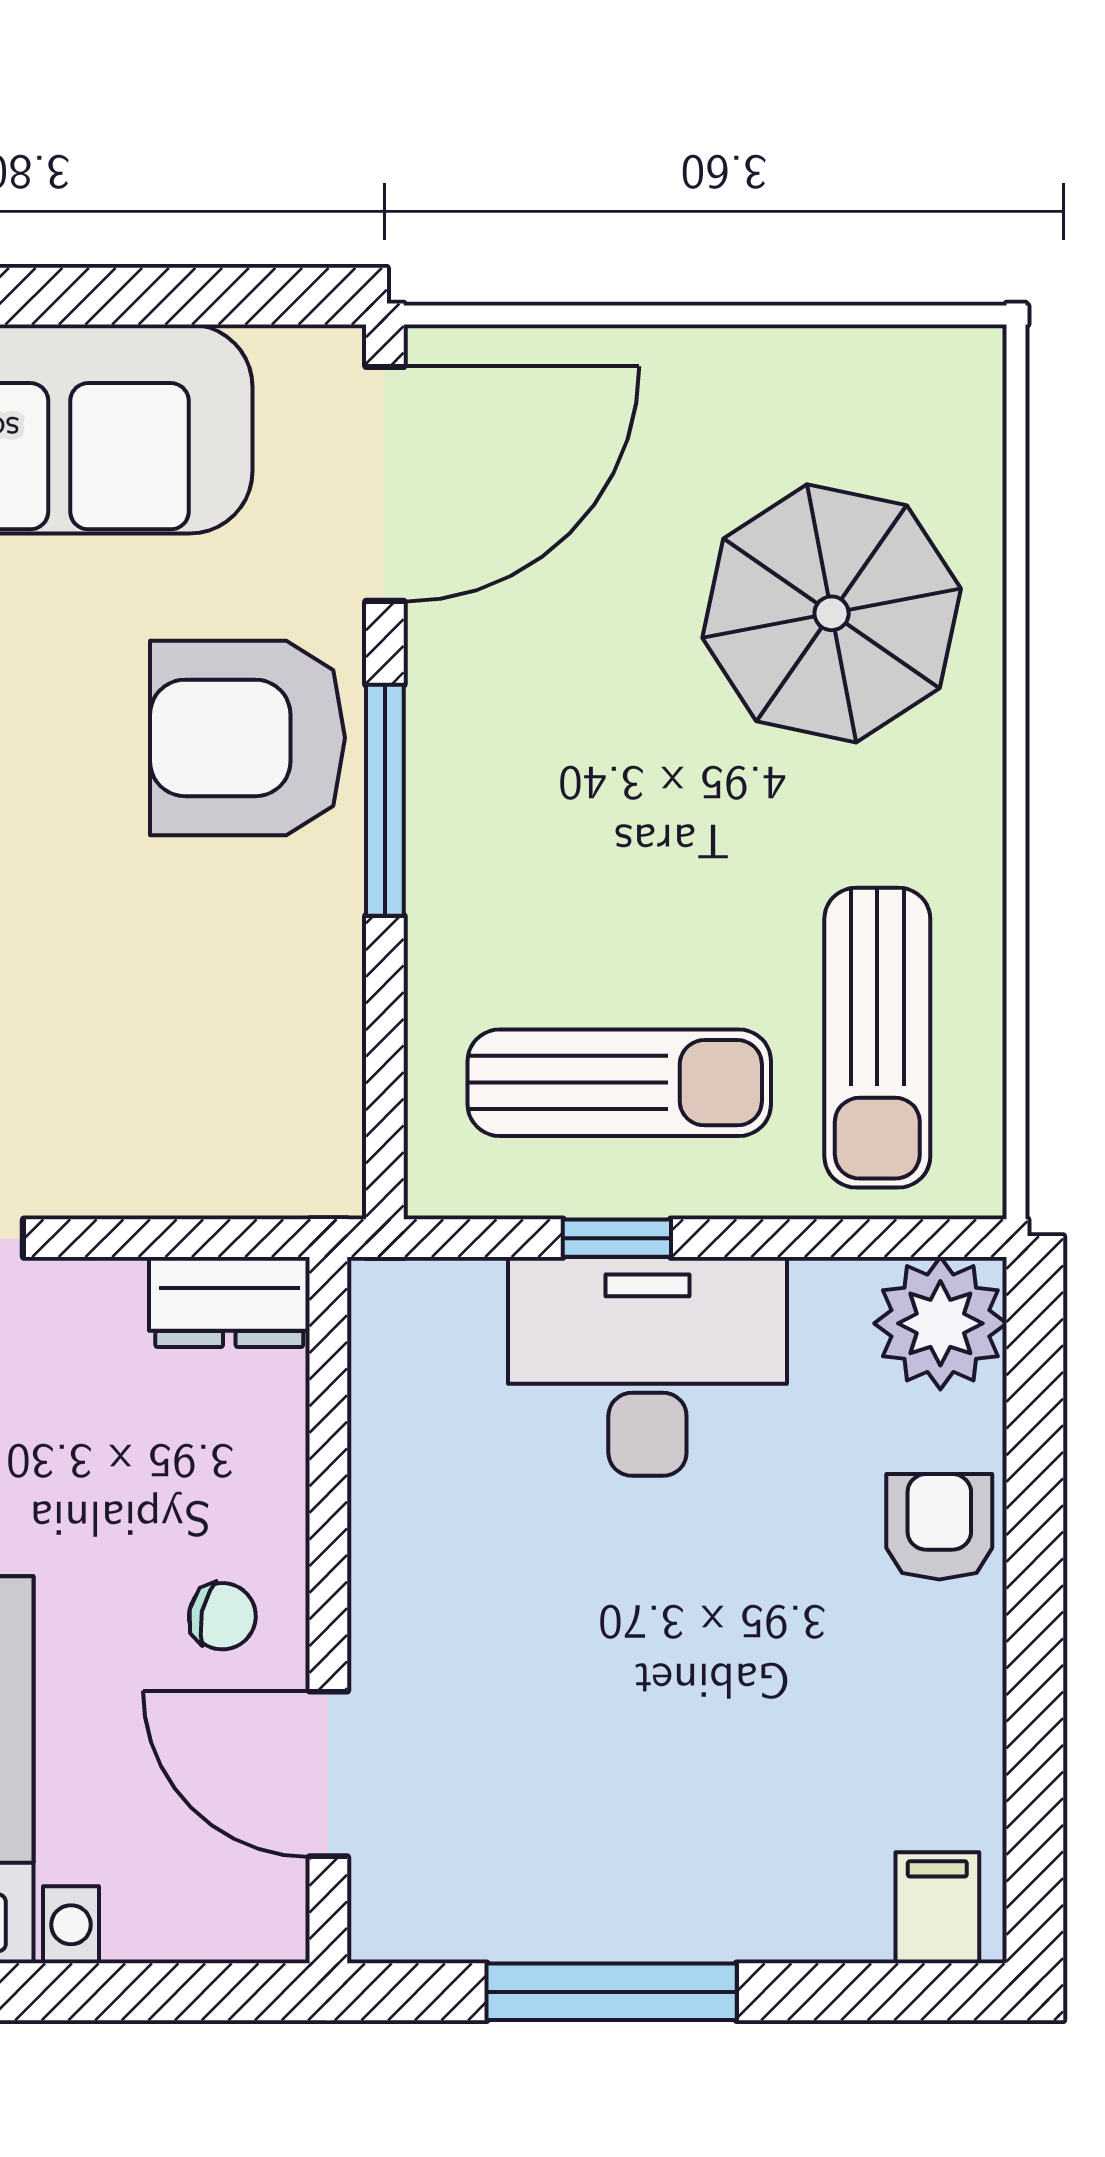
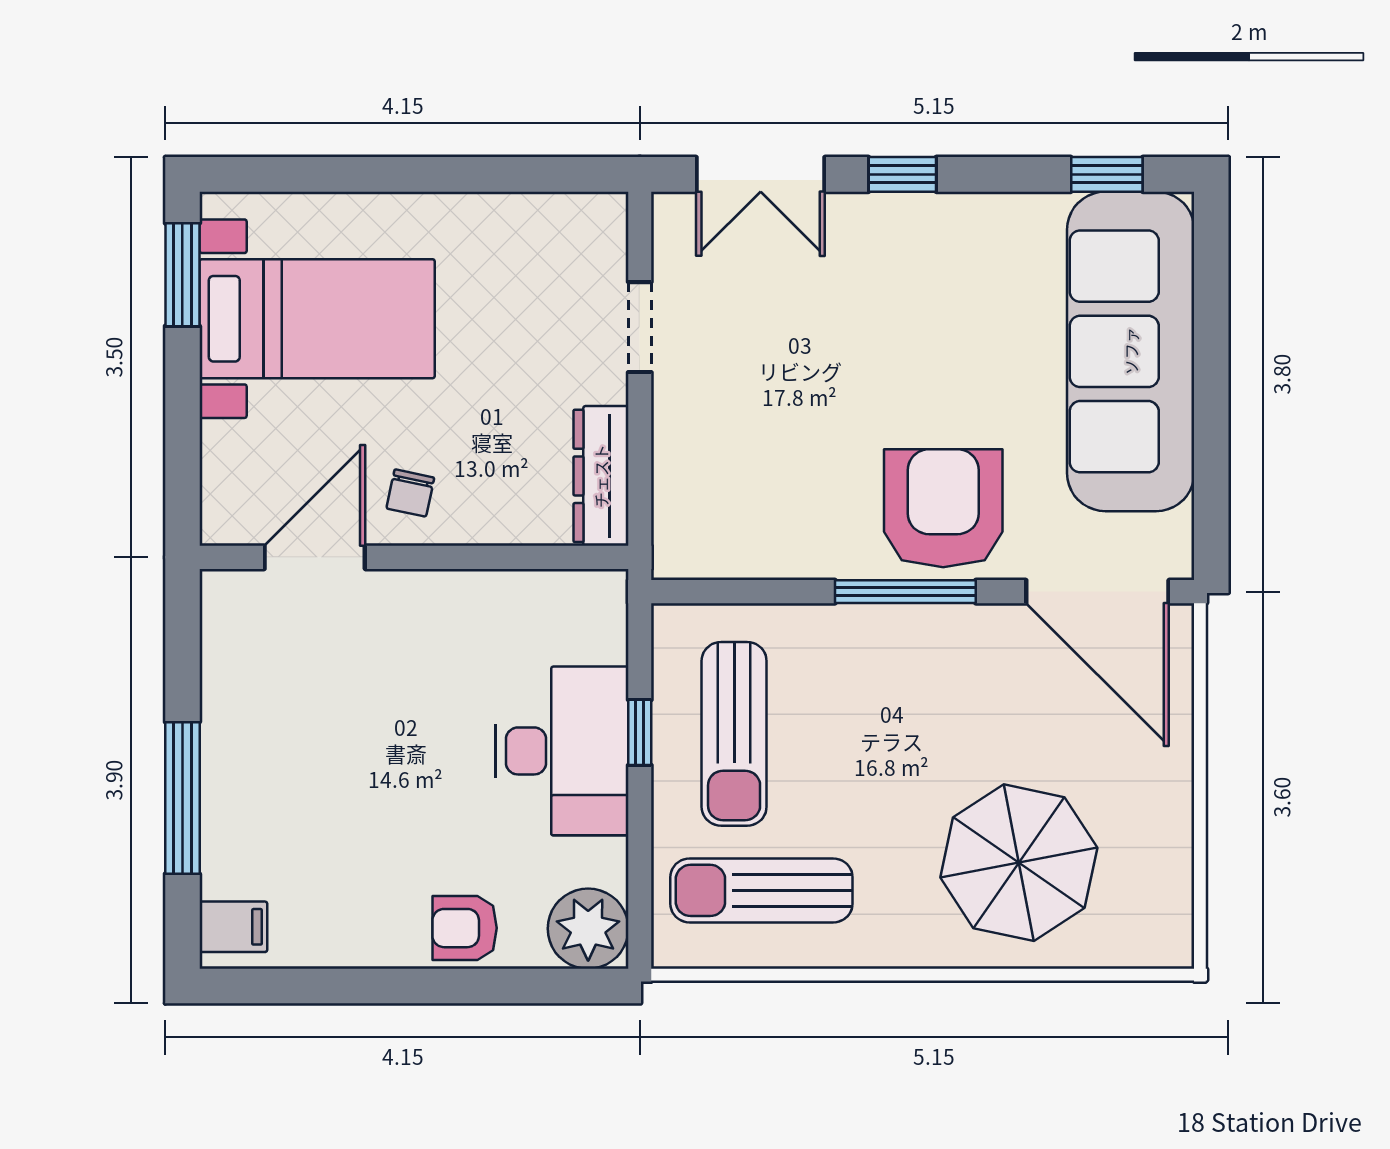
dresser: (229, 1302) -> (601, 476), width x1.44
armchair: (939, 1527) -> (465, 928), turned 180
window: (612, 1992) -> (182, 798), moved

